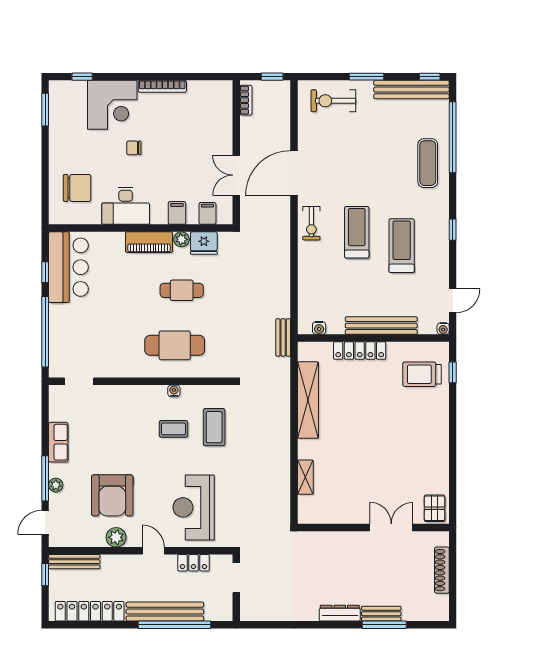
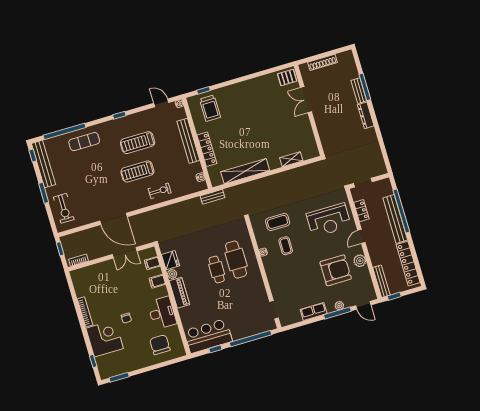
exercise bike: (311, 223) -> (160, 191), moved
cafe table: (182, 290) -> (217, 269), moved

